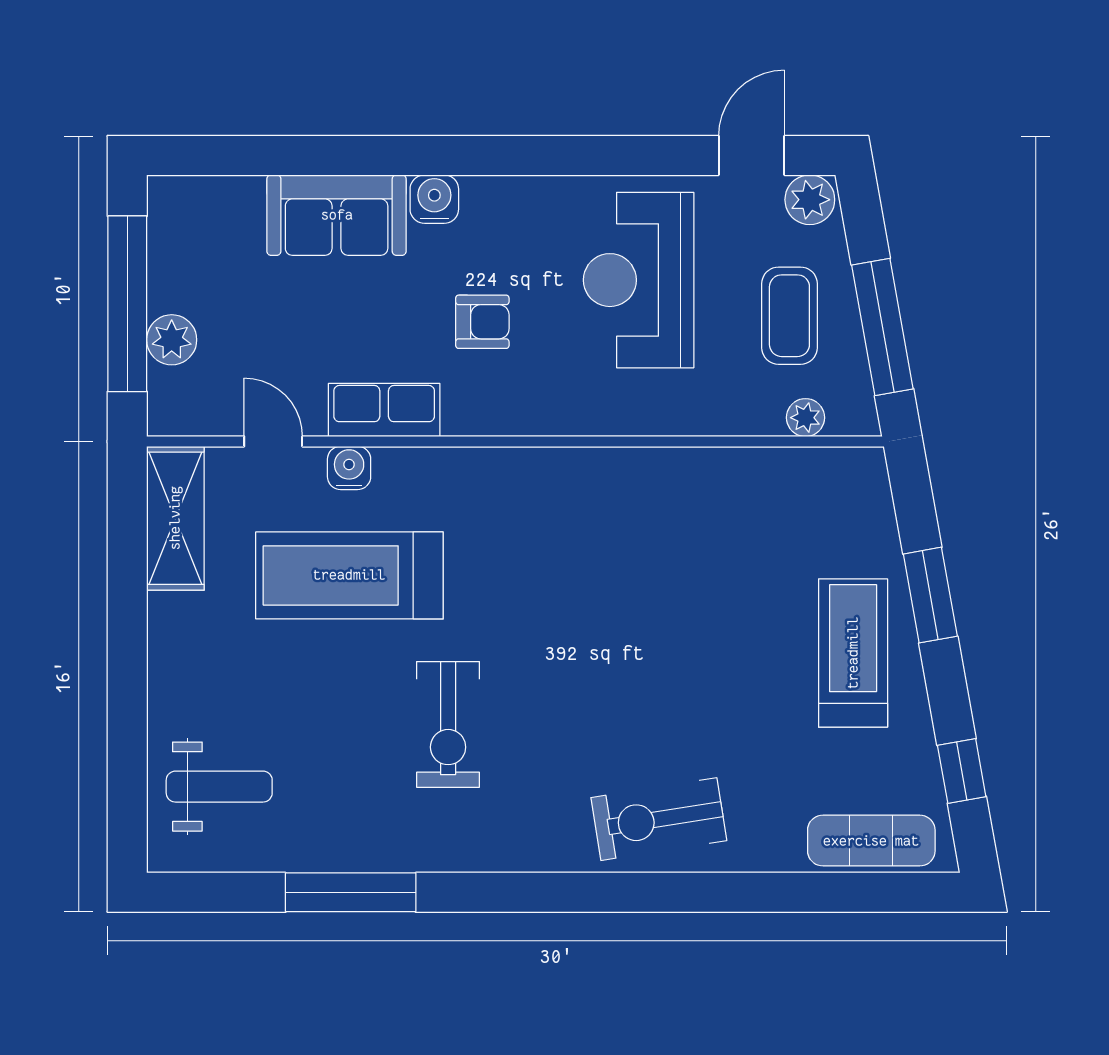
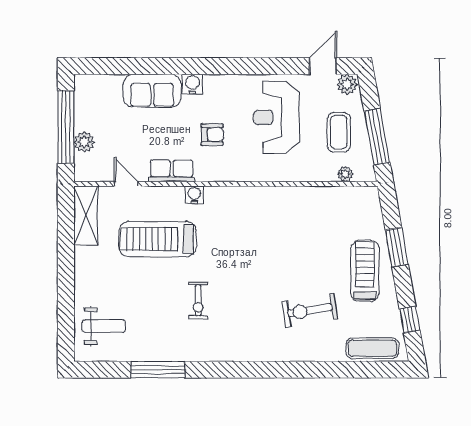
water cooler: (349, 468) -> (194, 195), moved
exercise bike: (448, 724) -> (198, 300), width x0.73, depth x0.72
exercise bike: (659, 819) -> (310, 310), moved

